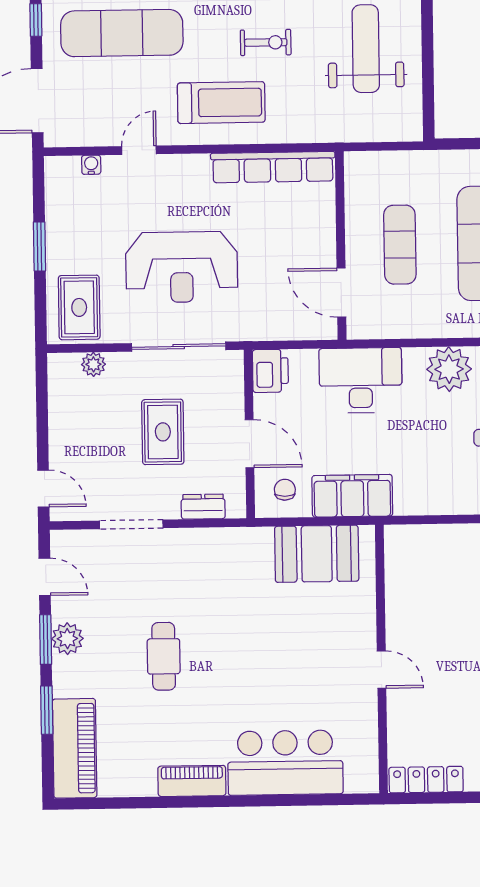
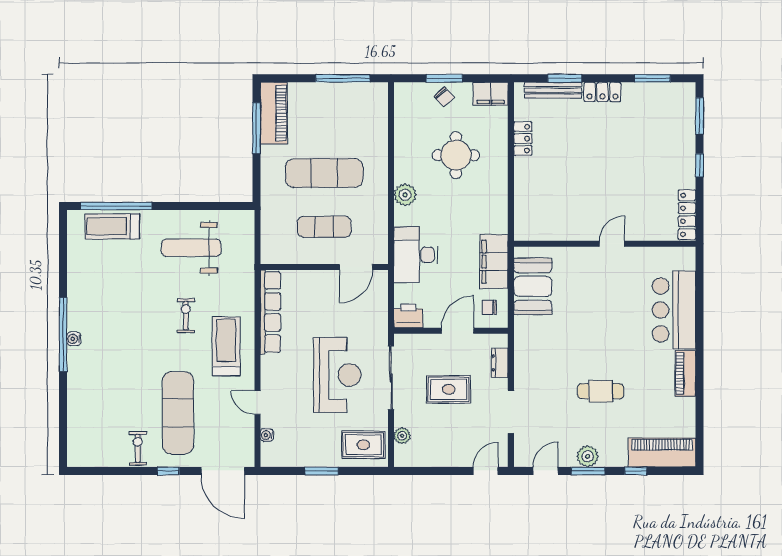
plant: (449, 369) -> (405, 195), width x0.73, depth x0.73
window: (47, 710) -> (636, 471), width x0.67

